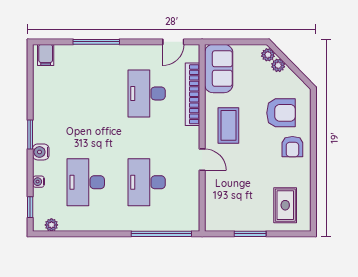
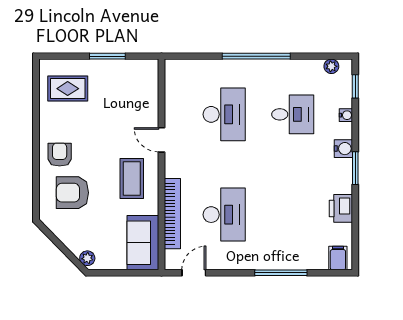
plant: (278, 65) -> (76, 246), removed
printer: (43, 99) -> (341, 208), added
desk: (86, 182) -> (293, 114), width x0.73
rug: (285, 205) -> (68, 89), turned 90
window: (161, 234) -> (256, 56), moved

